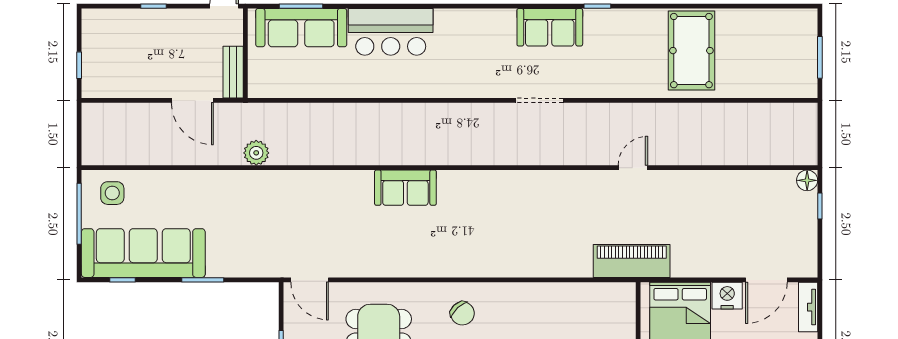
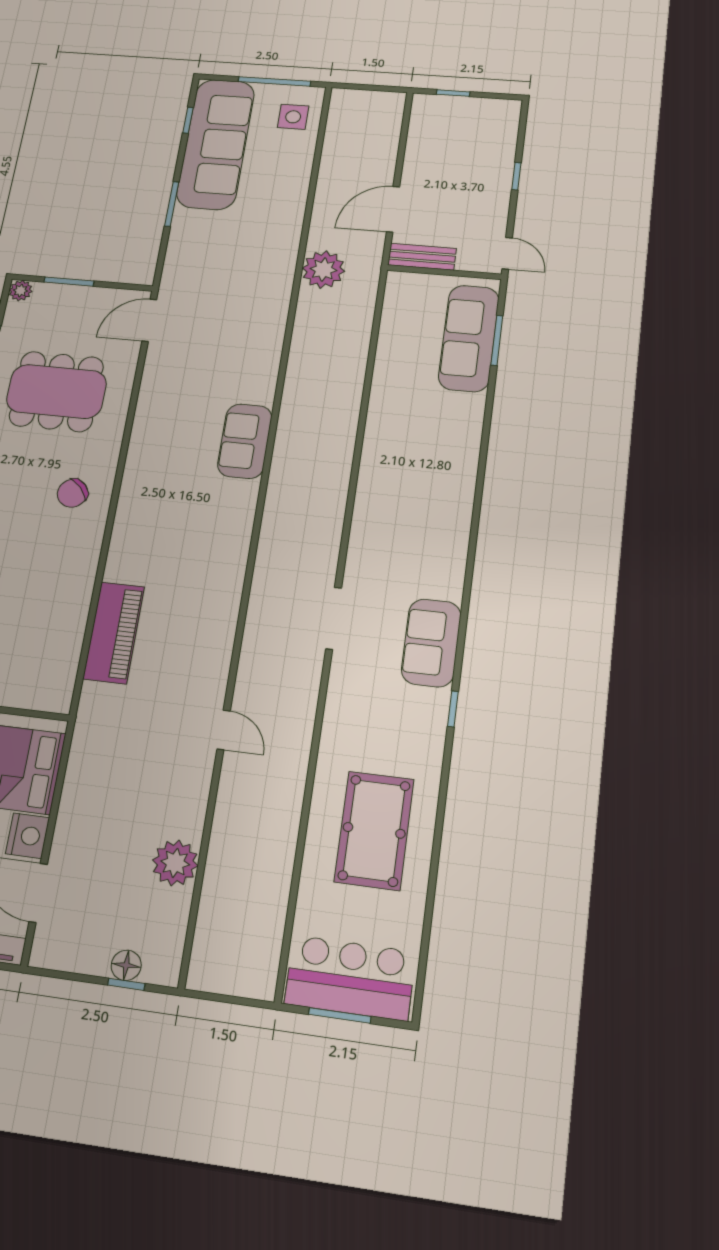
bar counter: (391, 32) -> (350, 978), moved, turned 90
pool table: (691, 51) -> (374, 830), turned 90
plant: (256, 153) -> (323, 270), width x1.36, depth x1.36
floor lamp: (807, 180) -> (126, 965), moved
plant: (732, 186) -> (175, 863), added
piano: (632, 261) -> (114, 633), moved

